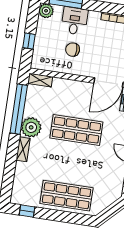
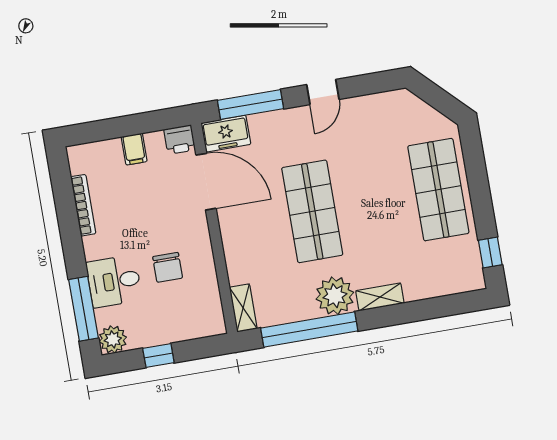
window: (29, 41) -> (158, 356), moved

